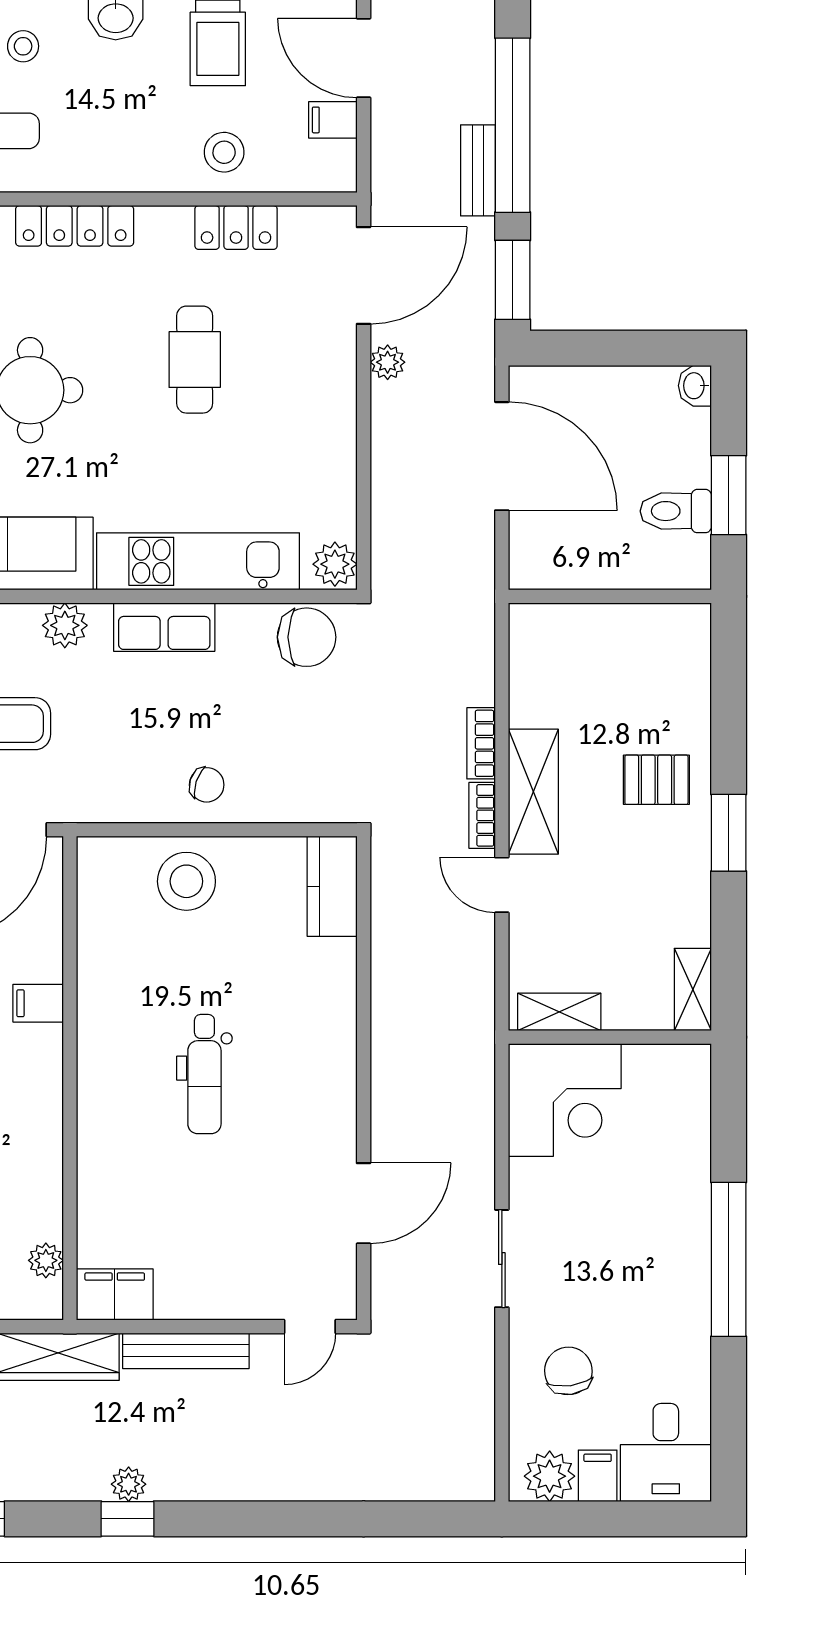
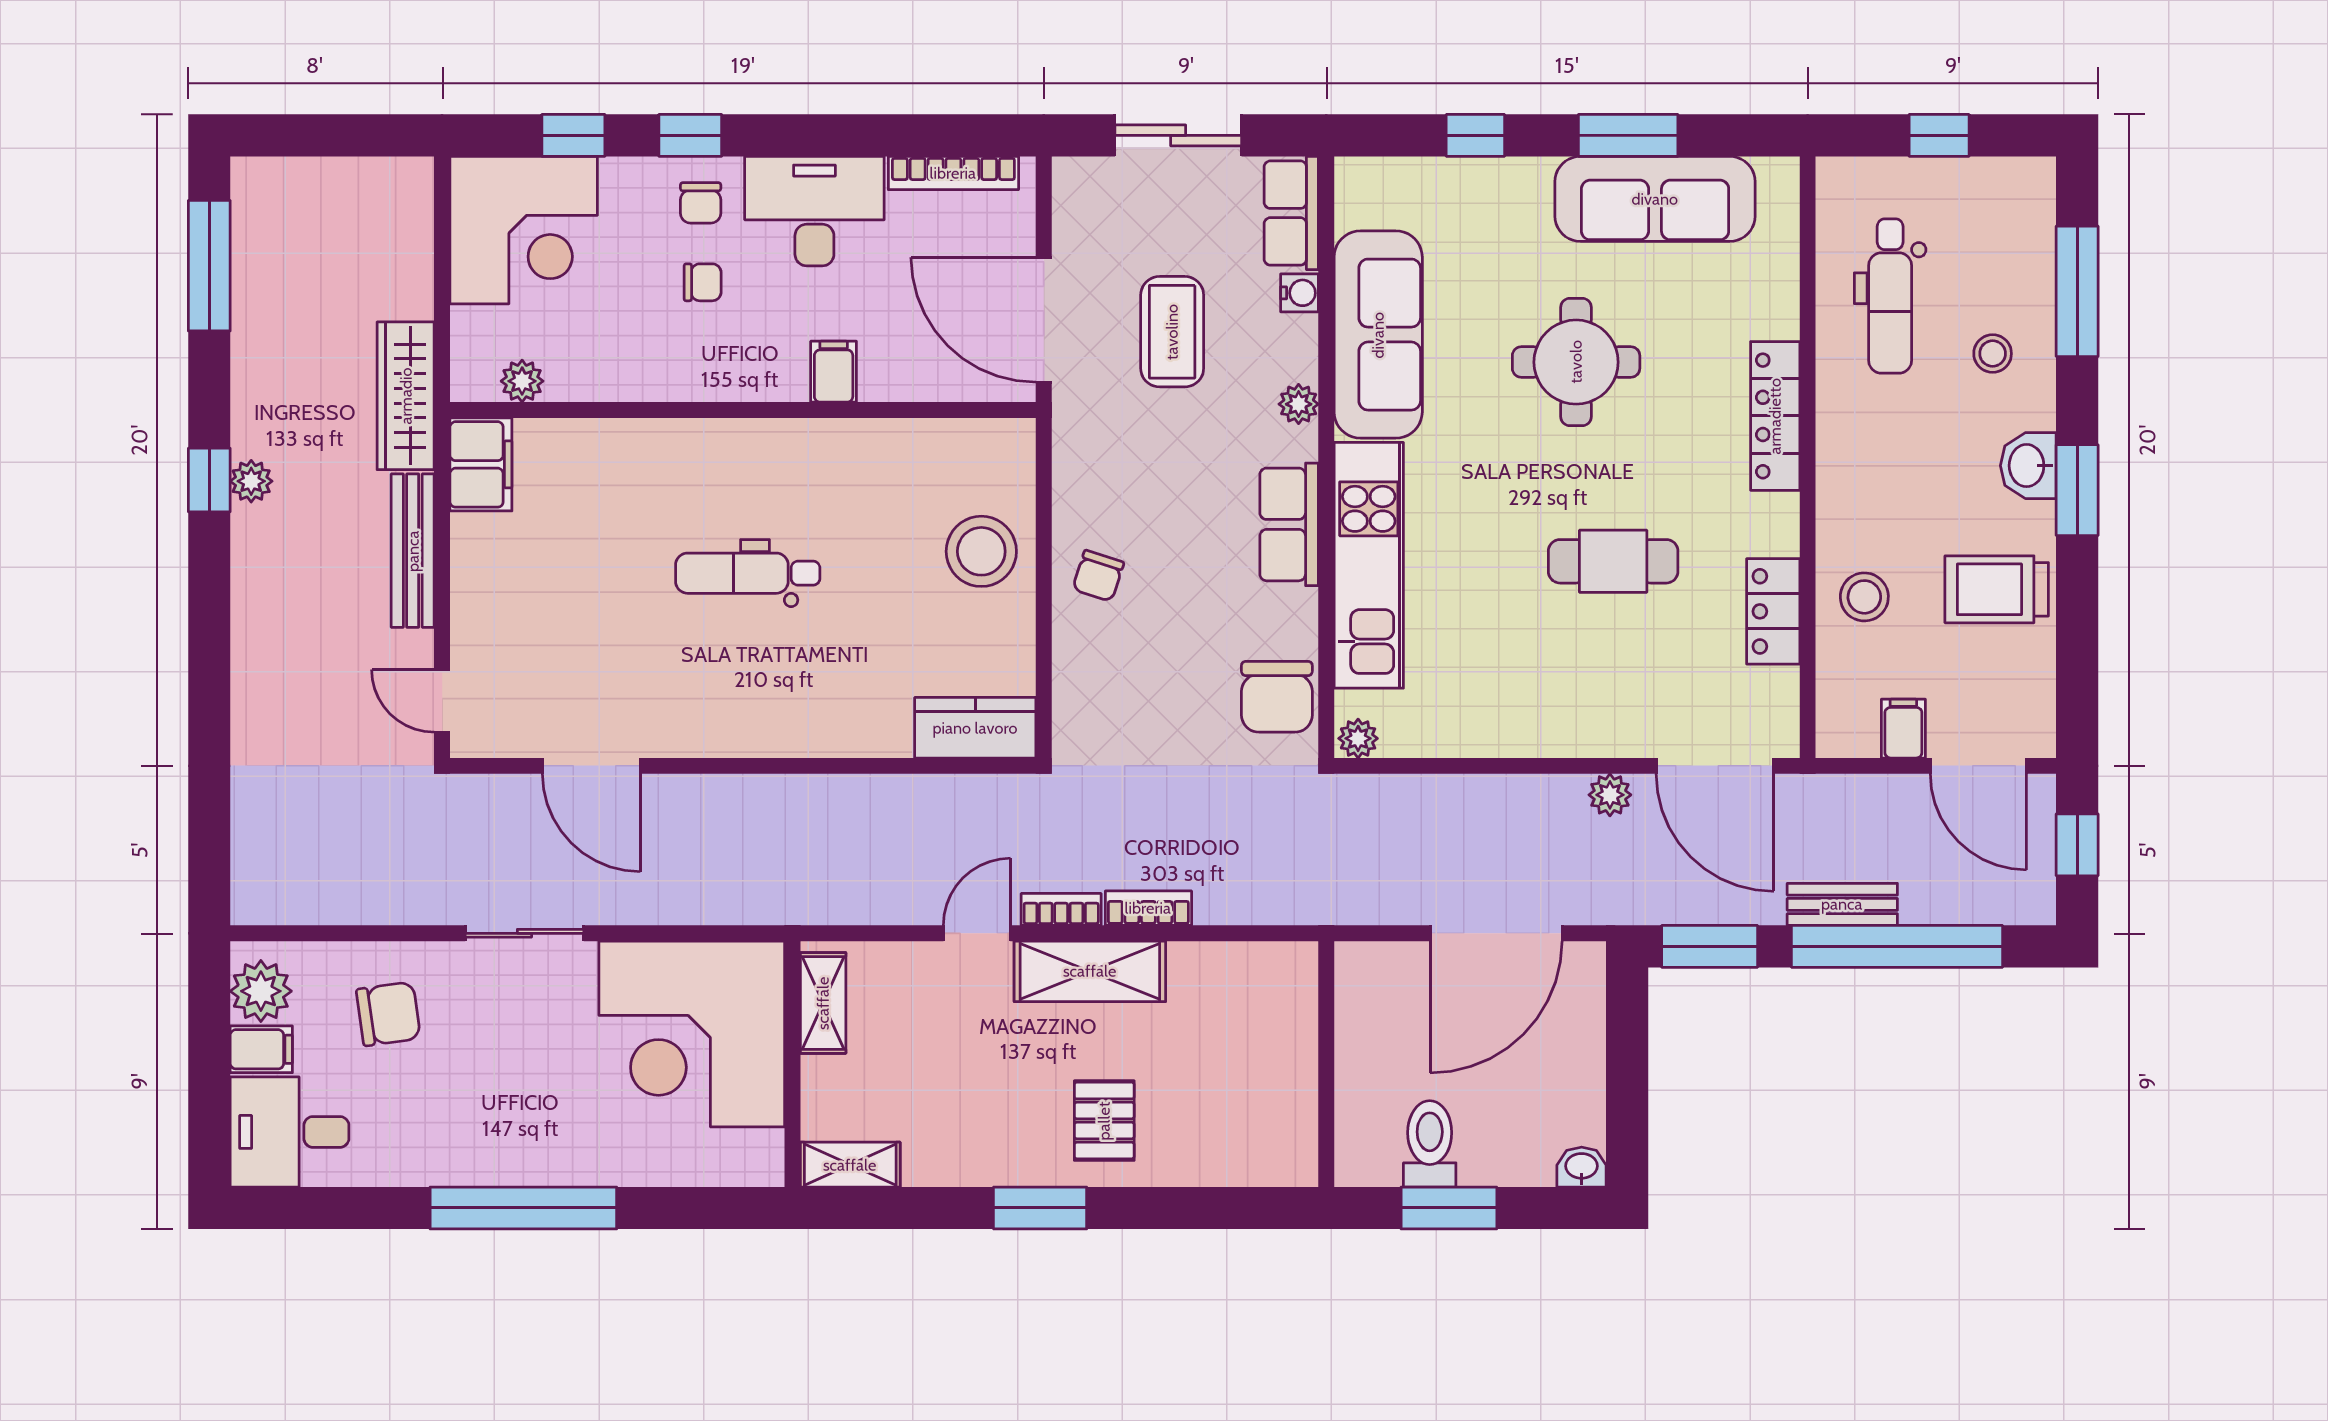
door: (364, 58) -> (1978, 766), swing flipped
plant: (335, 564) -> (1358, 738), width x0.73, depth x0.73
plant: (65, 625) -> (1299, 404), width x0.73, depth x0.73
corner desk: (565, 1100) -> (692, 1034), width x1.36, depth x1.36

